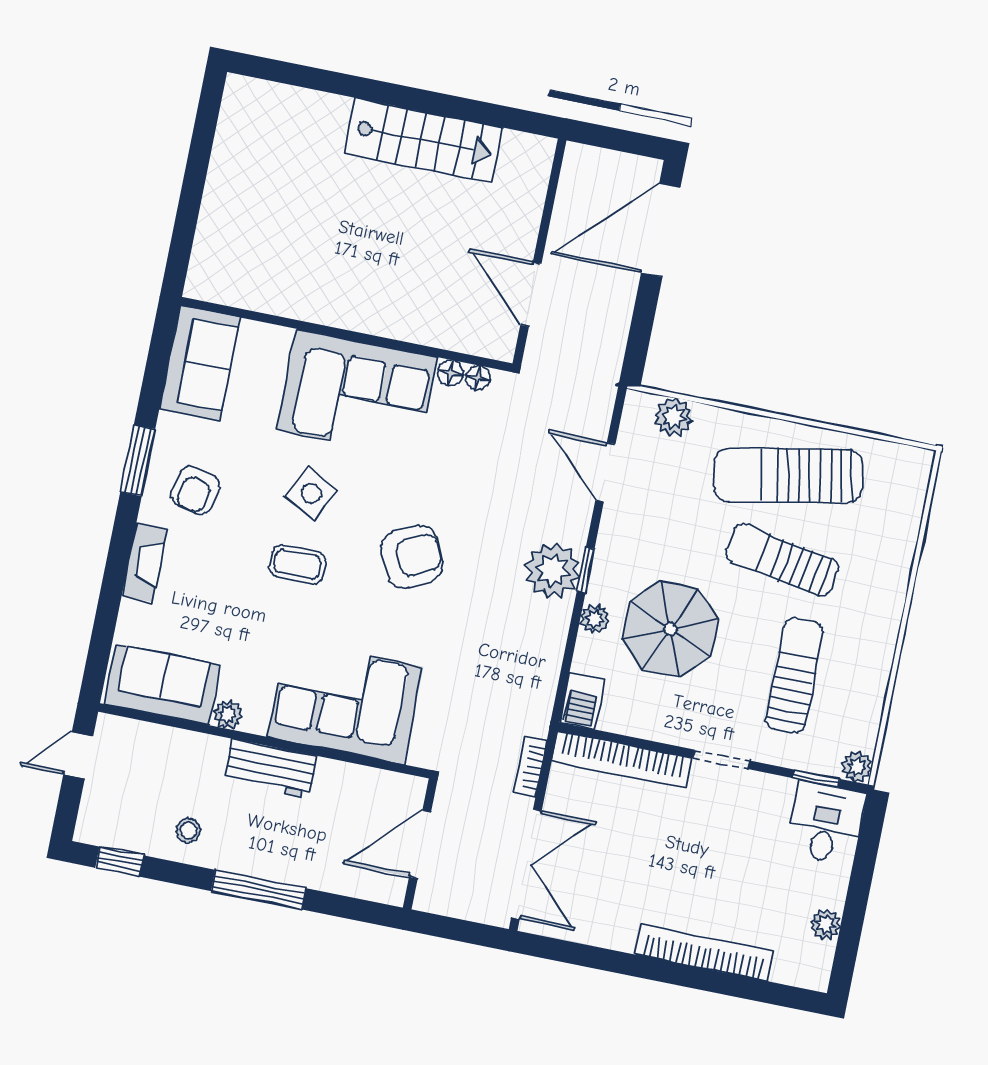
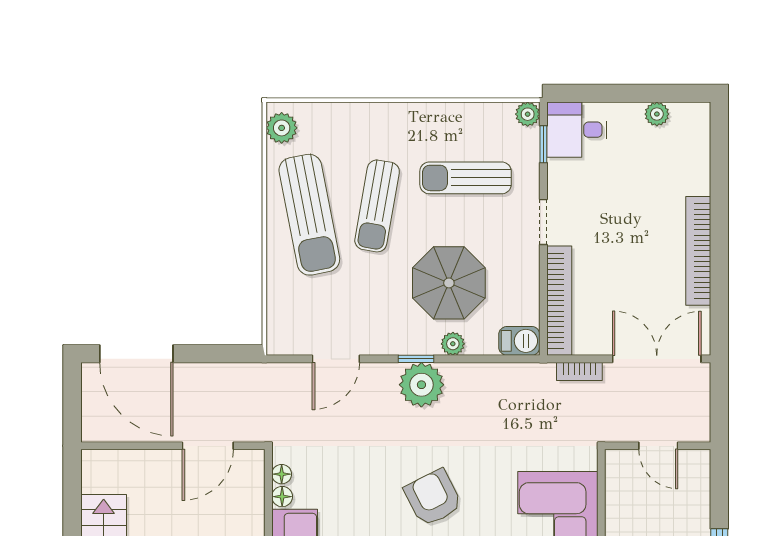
plant: (673, 417) -> (282, 128), moved
door: (420, 845) -> (658, 446), width x0.73
bookcase: (704, 953) -> (698, 251), moved

